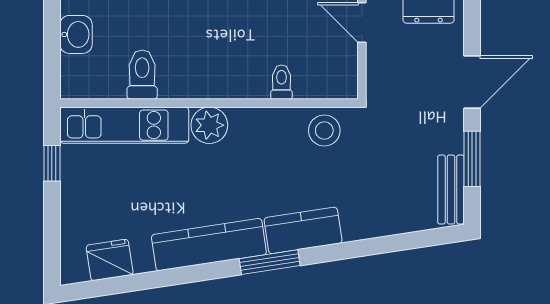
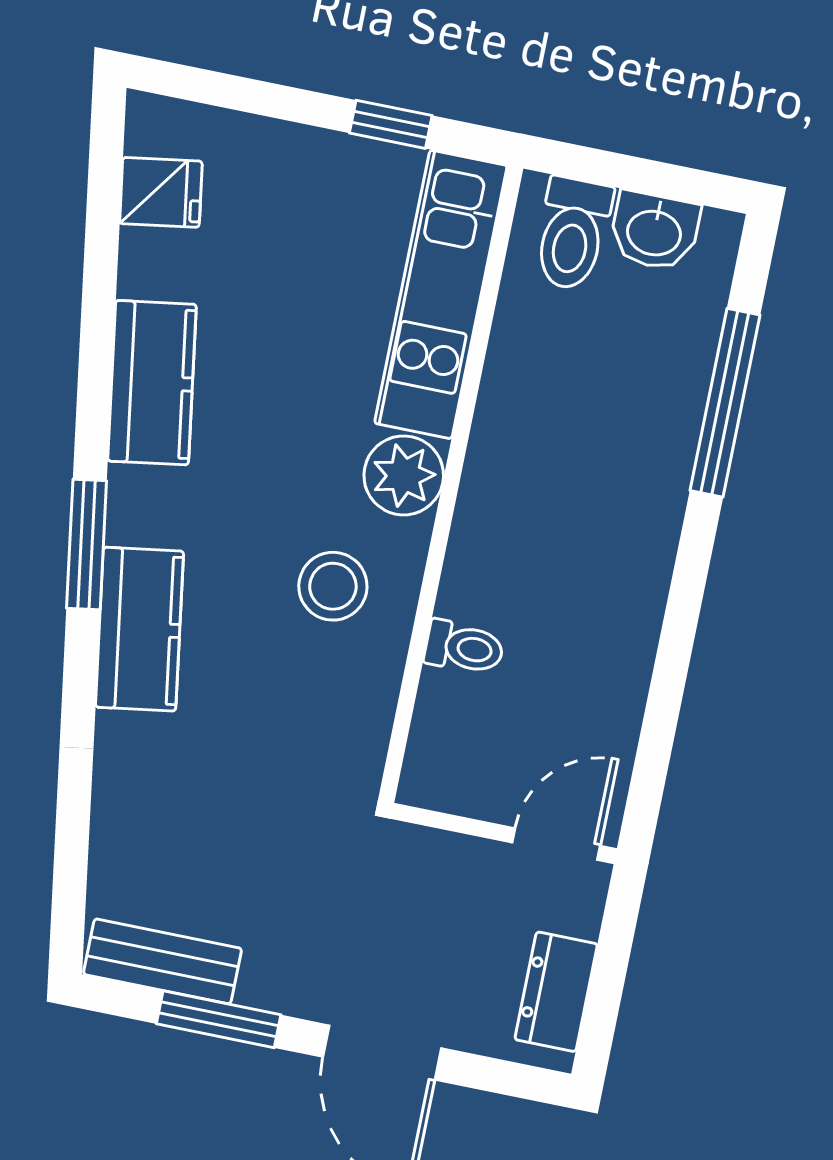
toilet: (142, 75) -> (573, 234), moved, turned 90
stool: (324, 130) -> (333, 586), moved
kitchen counter: (209, 245) -> (152, 383), width x0.67
fridge: (110, 260) -> (161, 192), width x0.72

